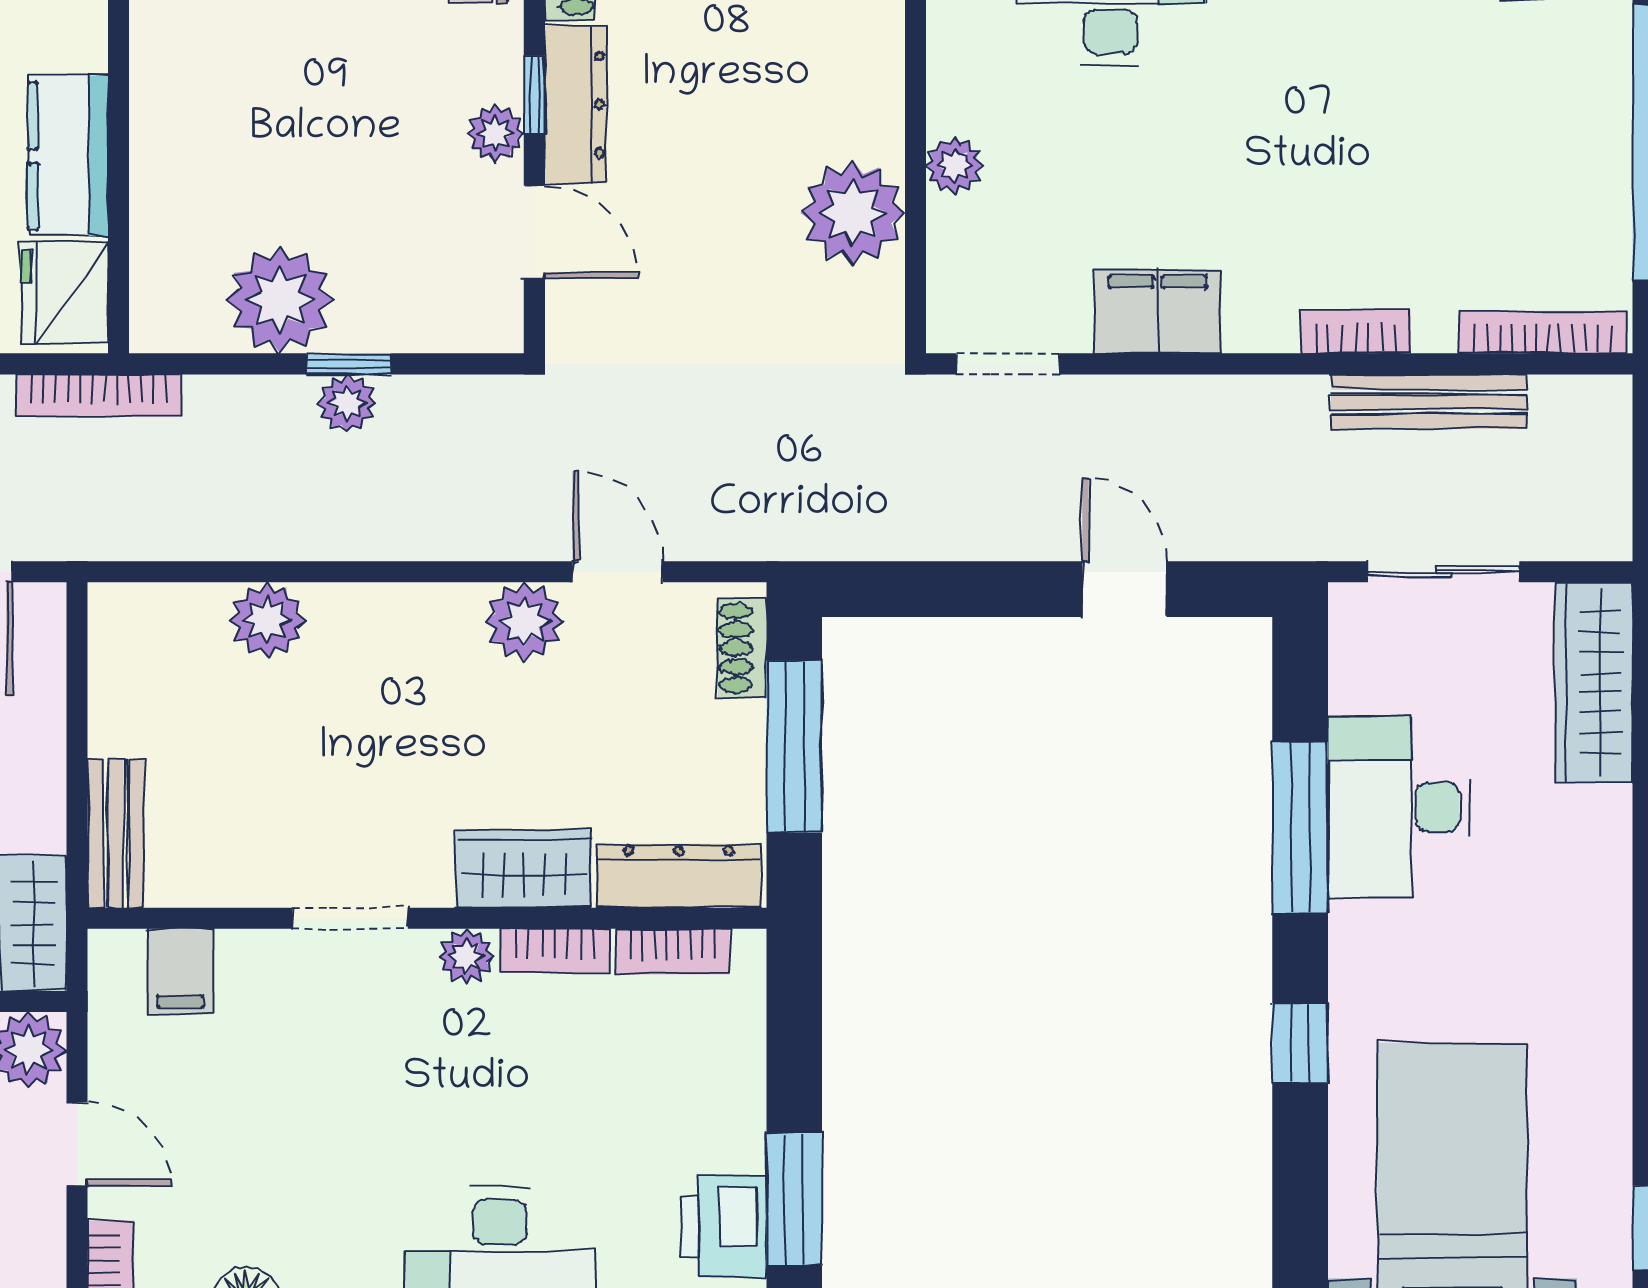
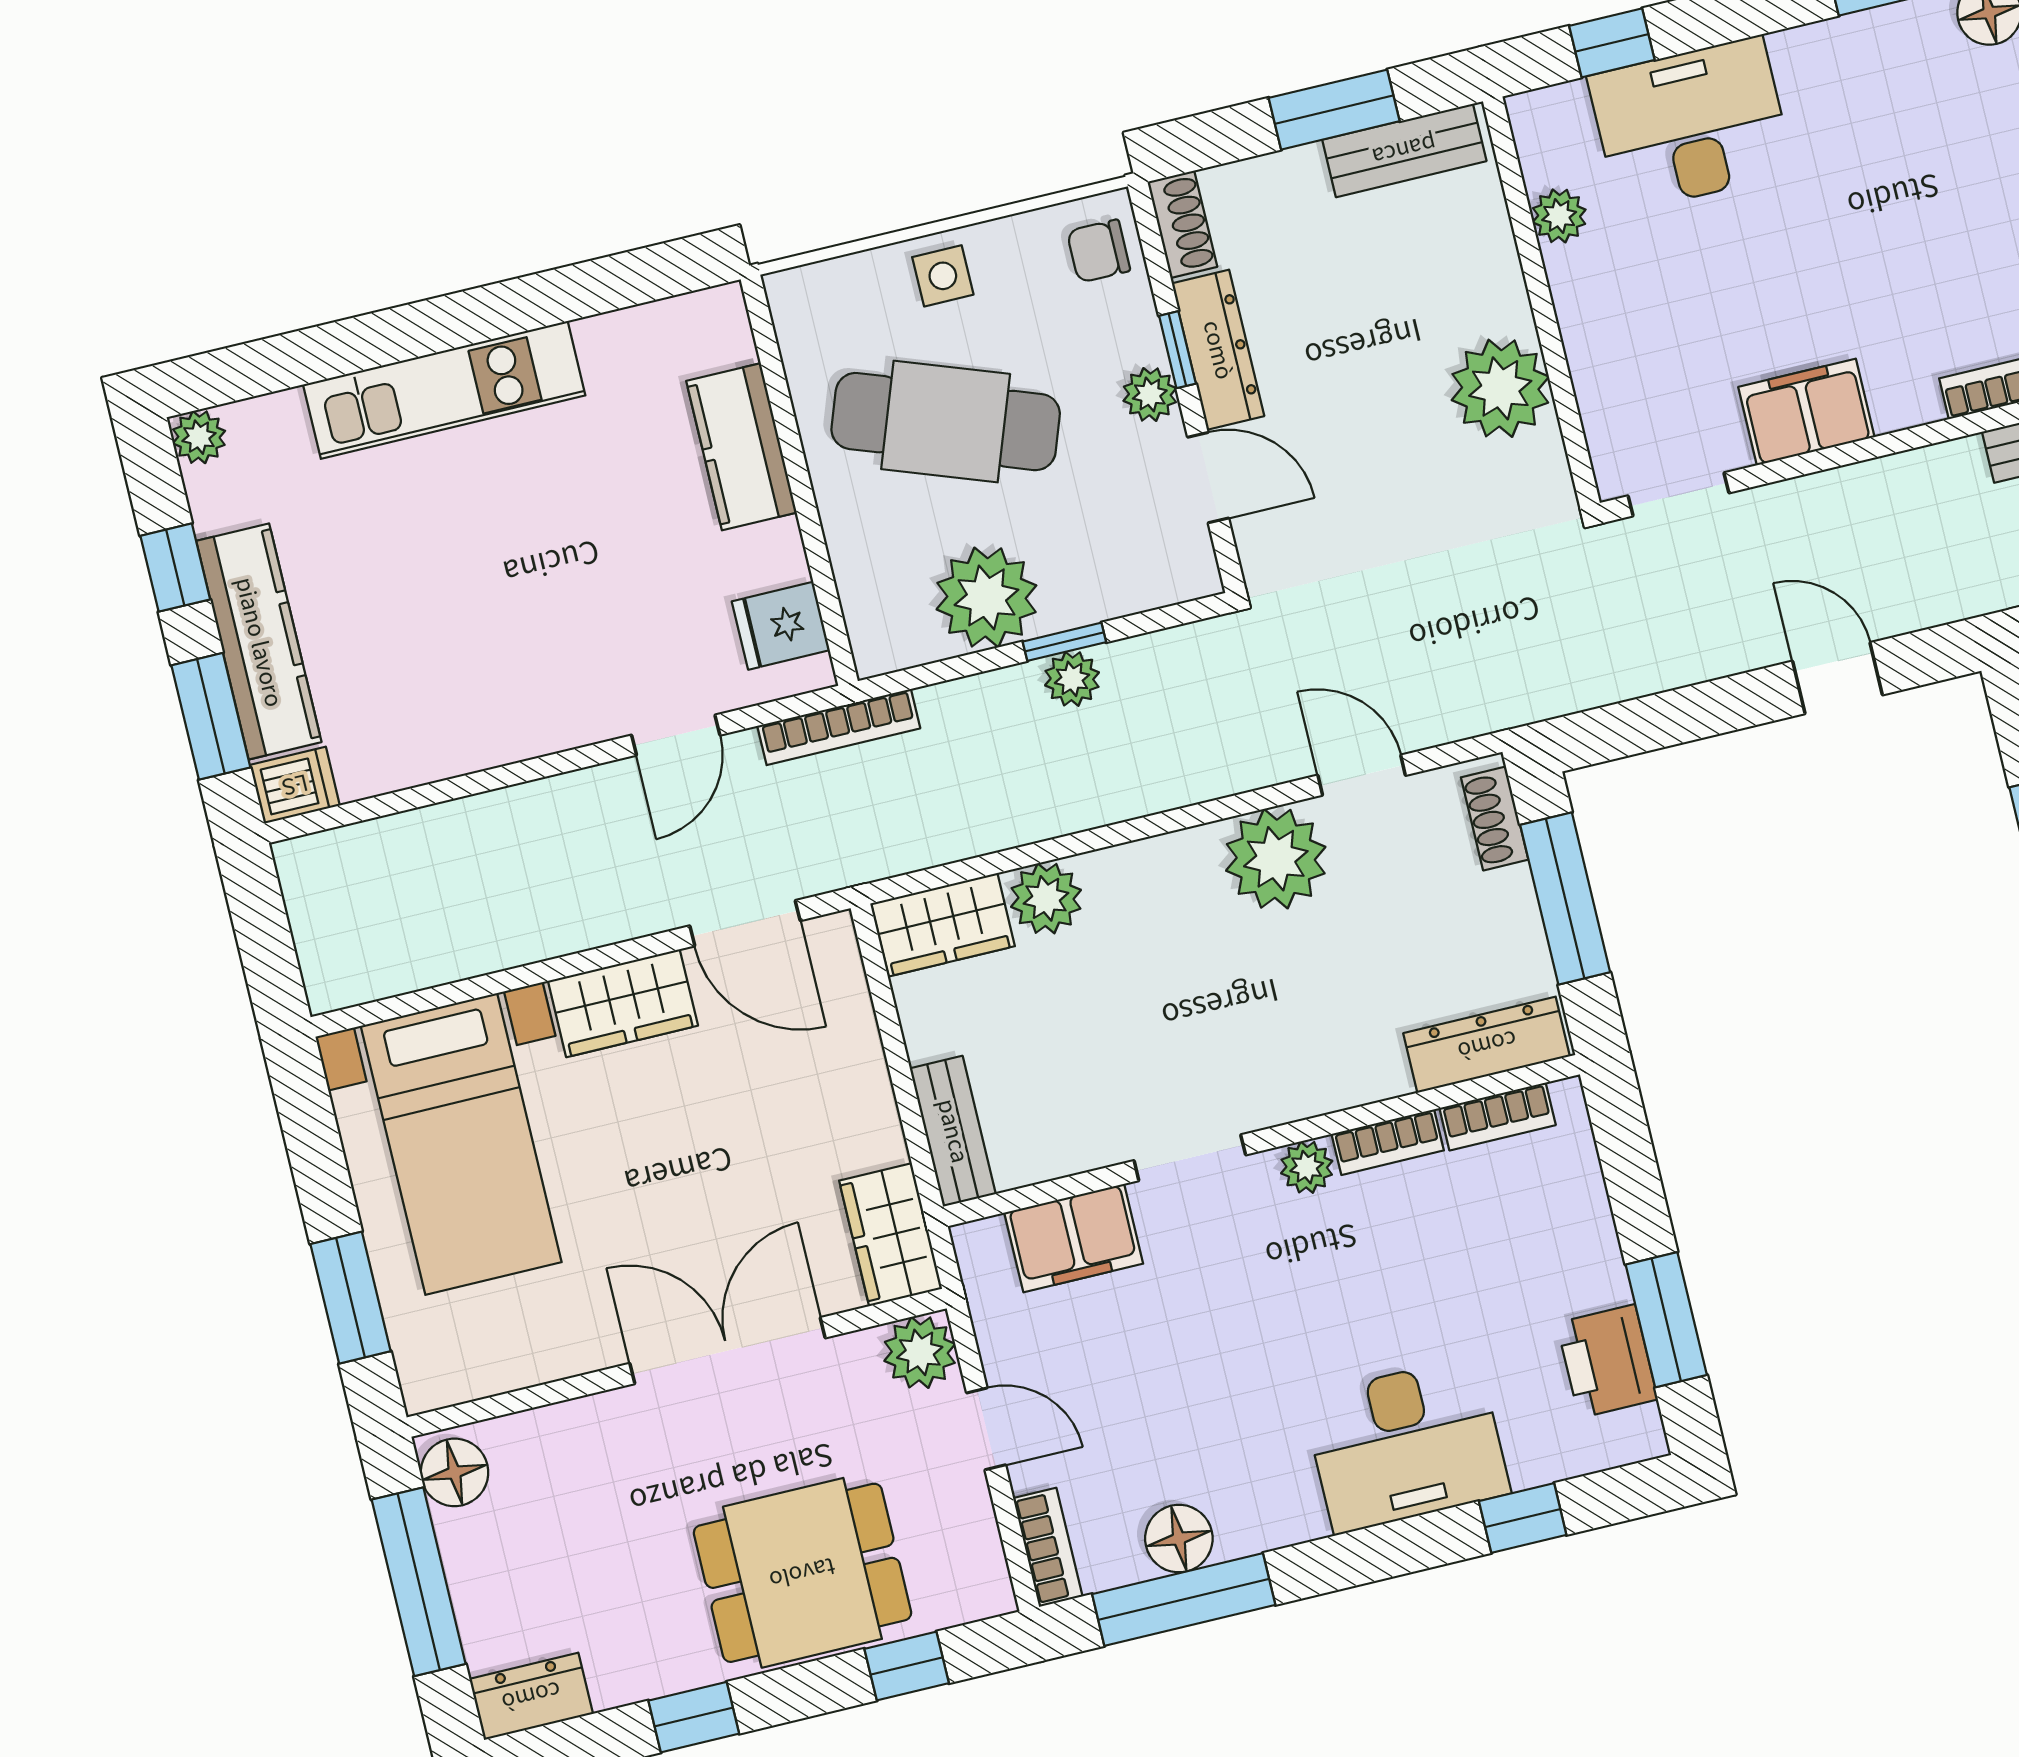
cafe table: (282, 111) -> (946, 422), added
kitchen counter: (68, 156) -> (741, 447), moved
plant: (954, 165) -> (1559, 216), moved
fridge: (64, 293) -> (781, 626), width x0.72
plant: (524, 621) -> (1276, 859), width x1.36, depth x1.36
wardrobe: (524, 869) -> (943, 925), moved, turned 180
filing cabinet: (180, 972) -> (1074, 1238), width x2.00

